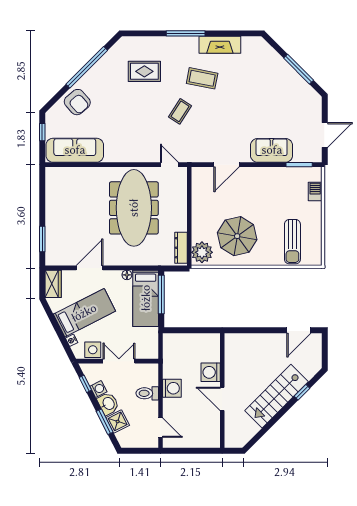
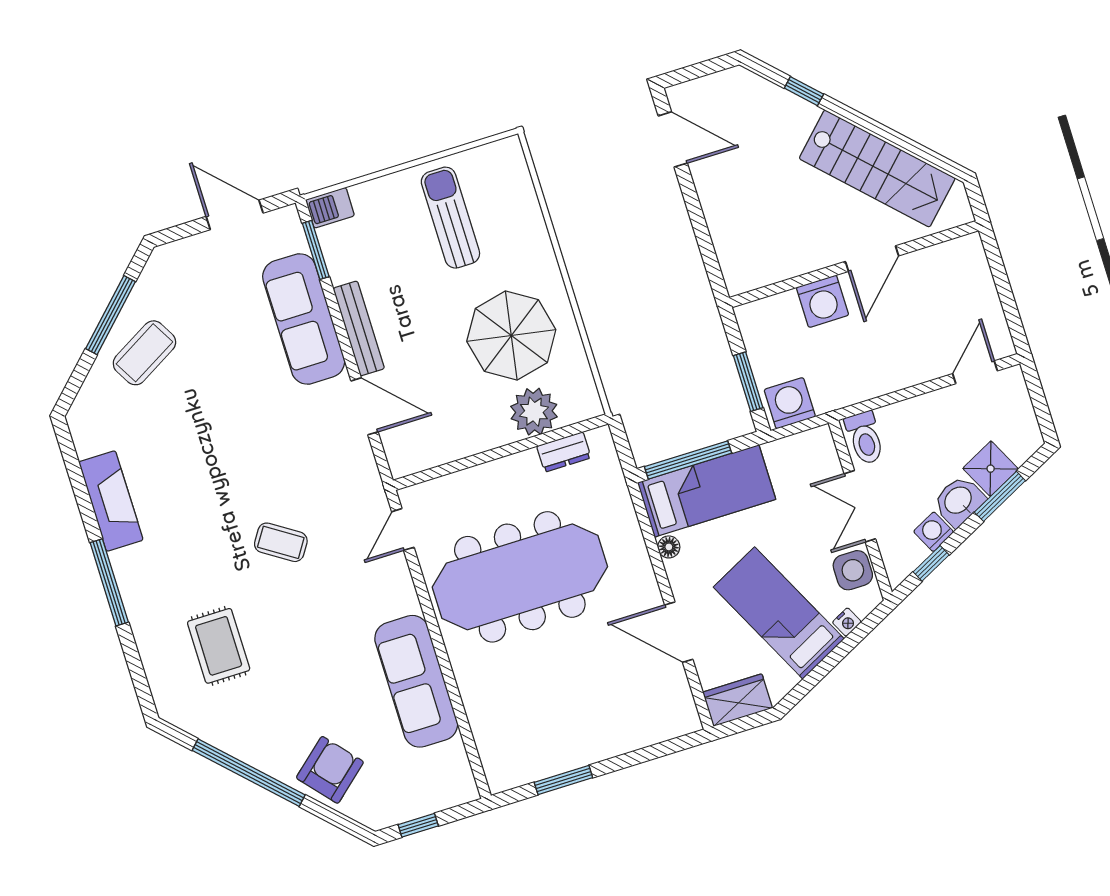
coffee table: (202, 78) -> (144, 353), moved, turned 49
sofa: (75, 150) -> (416, 681), moved
sofa: (272, 150) -> (304, 319), width x1.36
bench: (260, 172) -> (359, 328), added
barbecue: (315, 191) -> (330, 208), moved
window: (42, 239) -> (563, 780), moved
sun lounger: (292, 242) -> (450, 218), moved, turned -90
dresser: (181, 248) -> (564, 452), width x0.70
plant: (202, 252) -> (534, 412), moved
window: (186, 330) -> (748, 382), added
washing machine: (172, 388) -> (790, 403), moved
toilet: (147, 393) -> (865, 438), moved
stairs: (276, 396) -> (877, 168), moved

